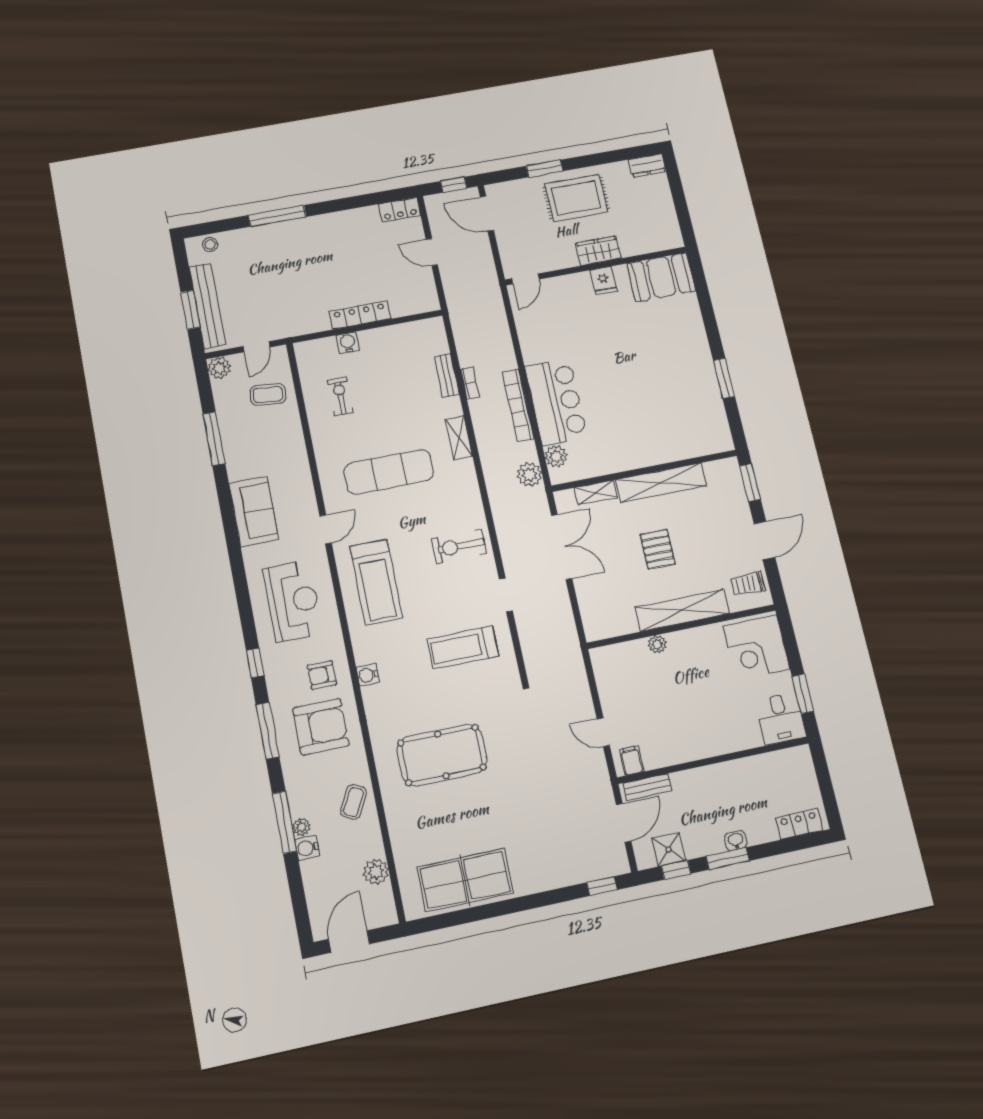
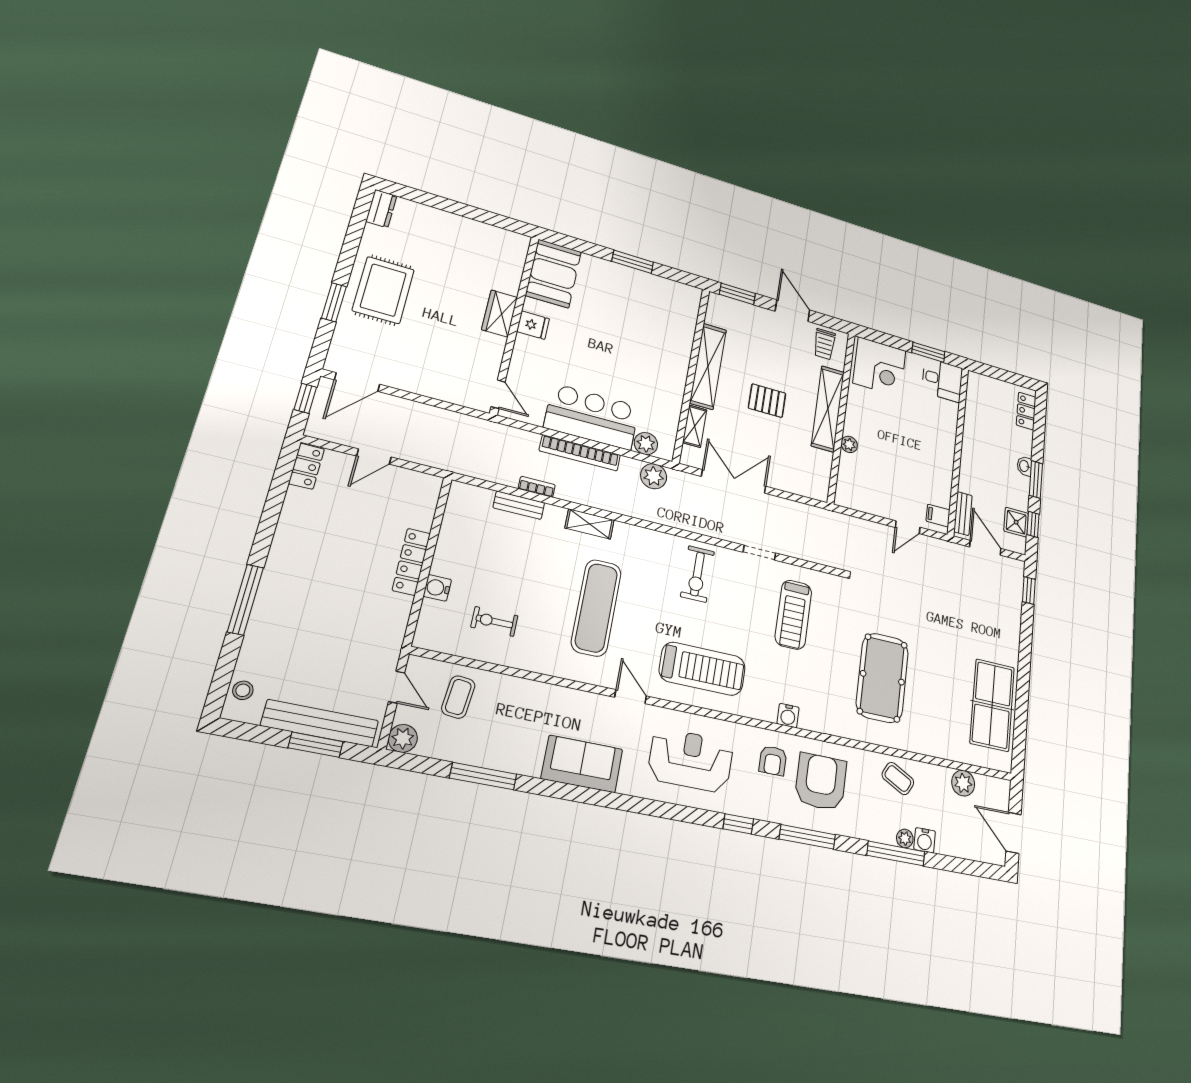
wardrobe: (598, 251) -> (500, 313), moved
wall: (596, 266) -> (515, 324), moved
booth: (661, 277) -> (553, 274), moved
door: (525, 279) -> (498, 394), moved
fridge: (603, 280) -> (533, 325), moved

